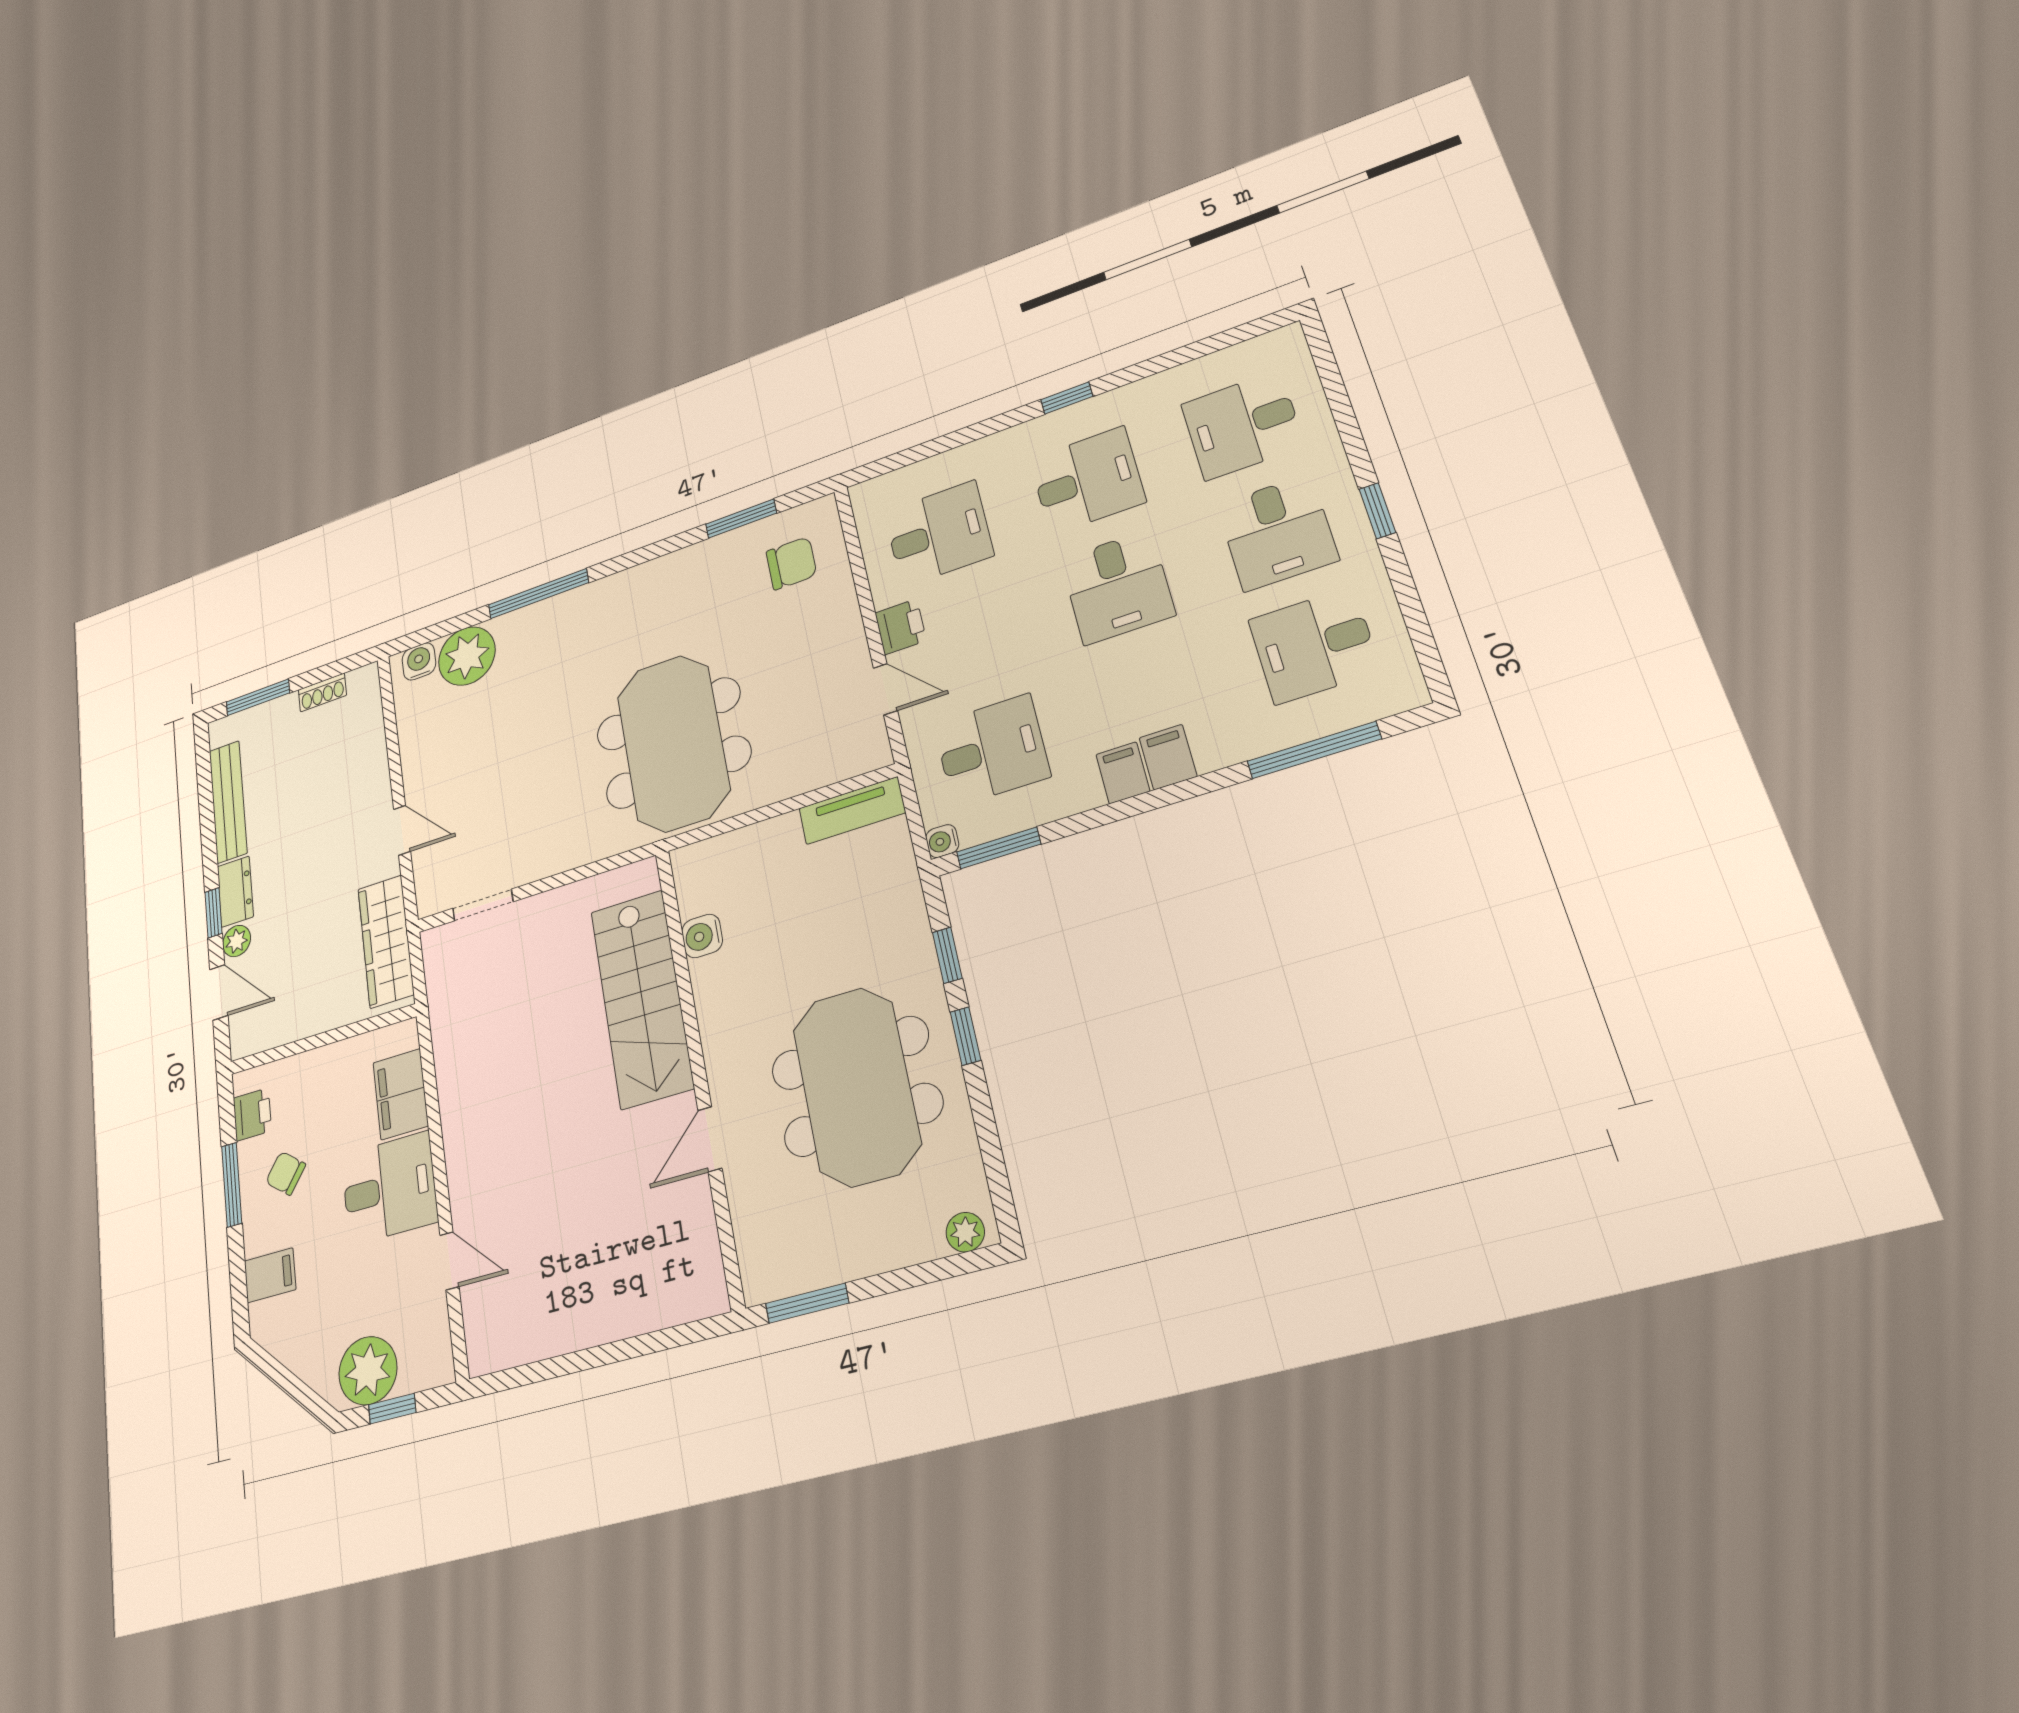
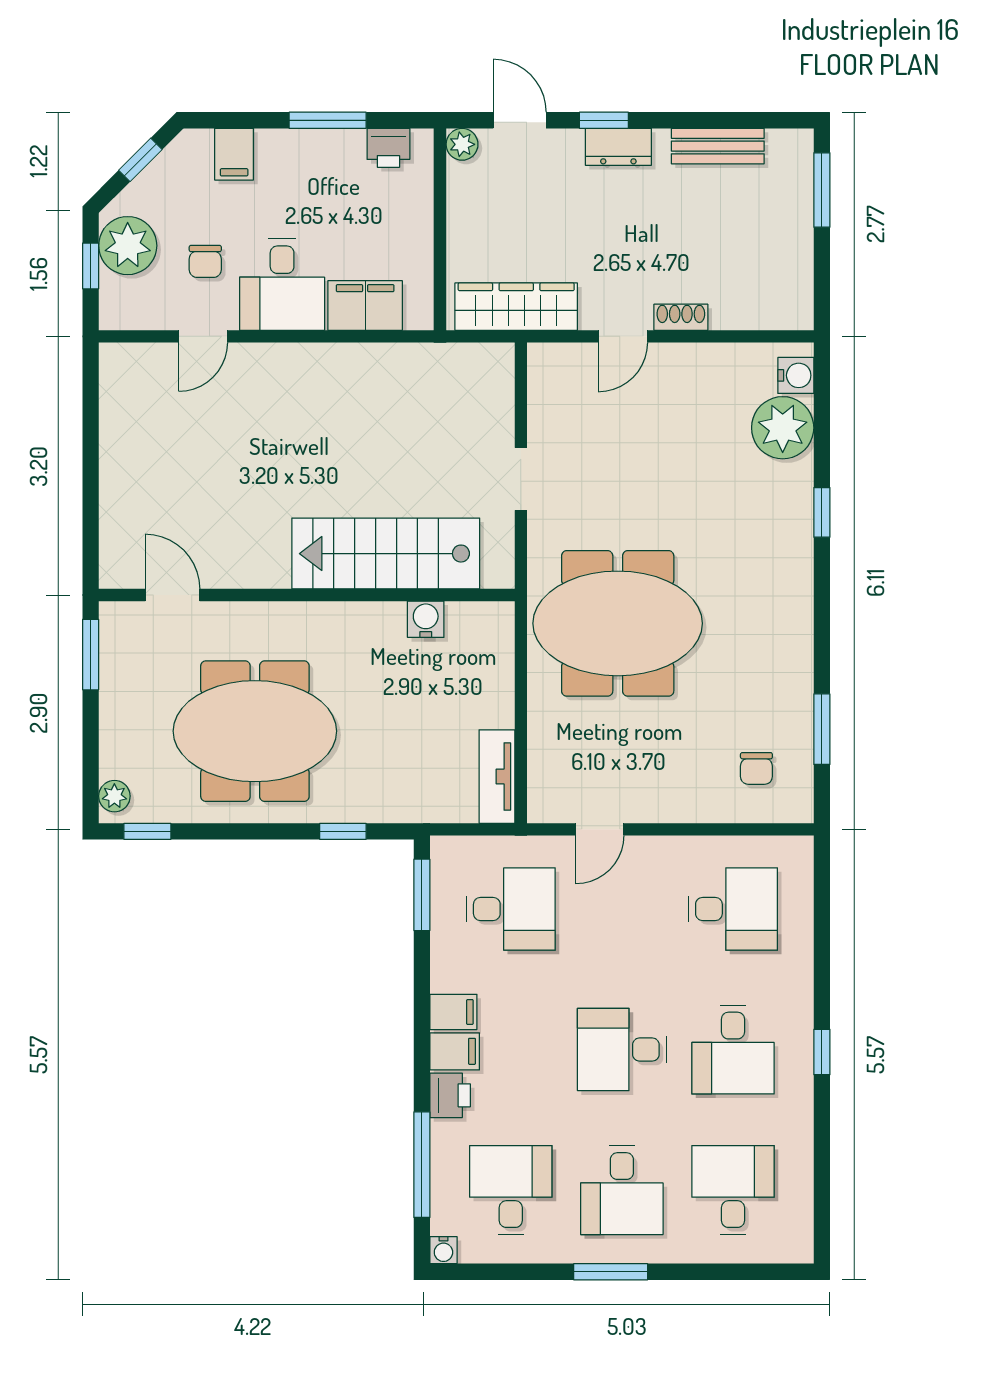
window: (1377, 511) -> (611, 1272), width x1.50
desk: (1277, 532) -> (622, 1190), turned -90
desk: (939, 534) -> (733, 909), turned -90
chair: (791, 563) -> (756, 768), width x0.73, depth x0.73
window: (538, 594) -> (822, 512), width x0.46
printer: (901, 627) -> (450, 1095), moved, turned -90
shoe rack: (322, 692) -> (681, 317), moved, turned 90
desk: (992, 750) -> (511, 909), turned -90
bench: (228, 802) -> (718, 146), width x0.73
water cooler: (942, 841) -> (443, 1250), moved, turned 180
doorway: (483, 905) -> (521, 479), moved
plant: (237, 941) -> (462, 144), moved
door: (219, 992) -> (520, 120), swing flipped
window: (965, 1036) -> (147, 831), moved
door: (710, 1139) -> (172, 595), moved
chair: (286, 1173) -> (205, 261), moved, turned 143
window: (283, 1378) -> (140, 160), added

